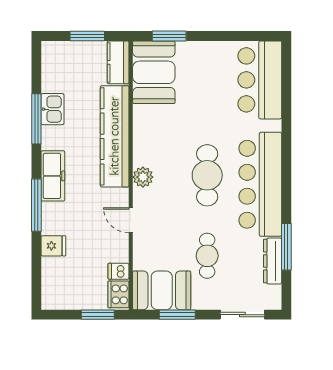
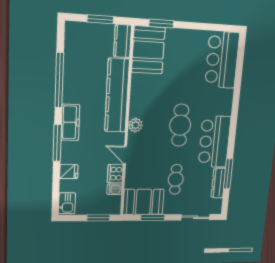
kitchen sink: (52, 109) -> (67, 203), moved
window: (36, 119) -> (59, 80), width x1.46
bar counter: (260, 184) -> (214, 142), width x0.73
cooker: (118, 294) -> (115, 174), moved

